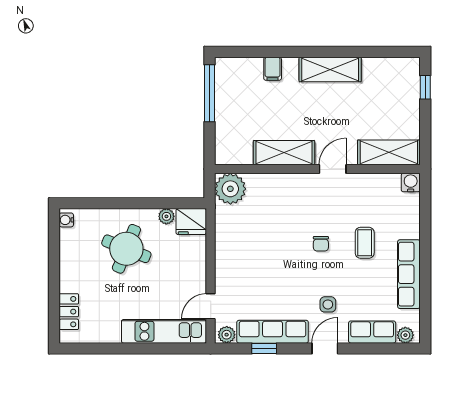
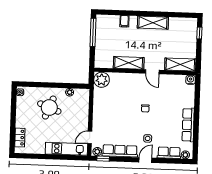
door: (333, 169) -> (152, 72), swing flipped
fridge: (191, 222) -> (82, 95), removed
coffee table: (365, 243) -> (167, 109), removed
window: (264, 348) -> (103, 159), moved

